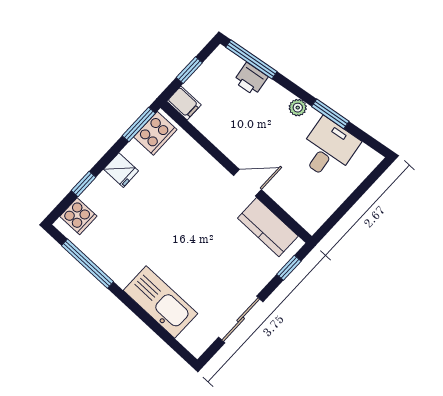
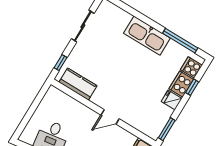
cooker: (155, 133) -> (181, 84), moved
door: (247, 183) -> (110, 117), moved
kitchen sink: (160, 302) -> (147, 36), moved

